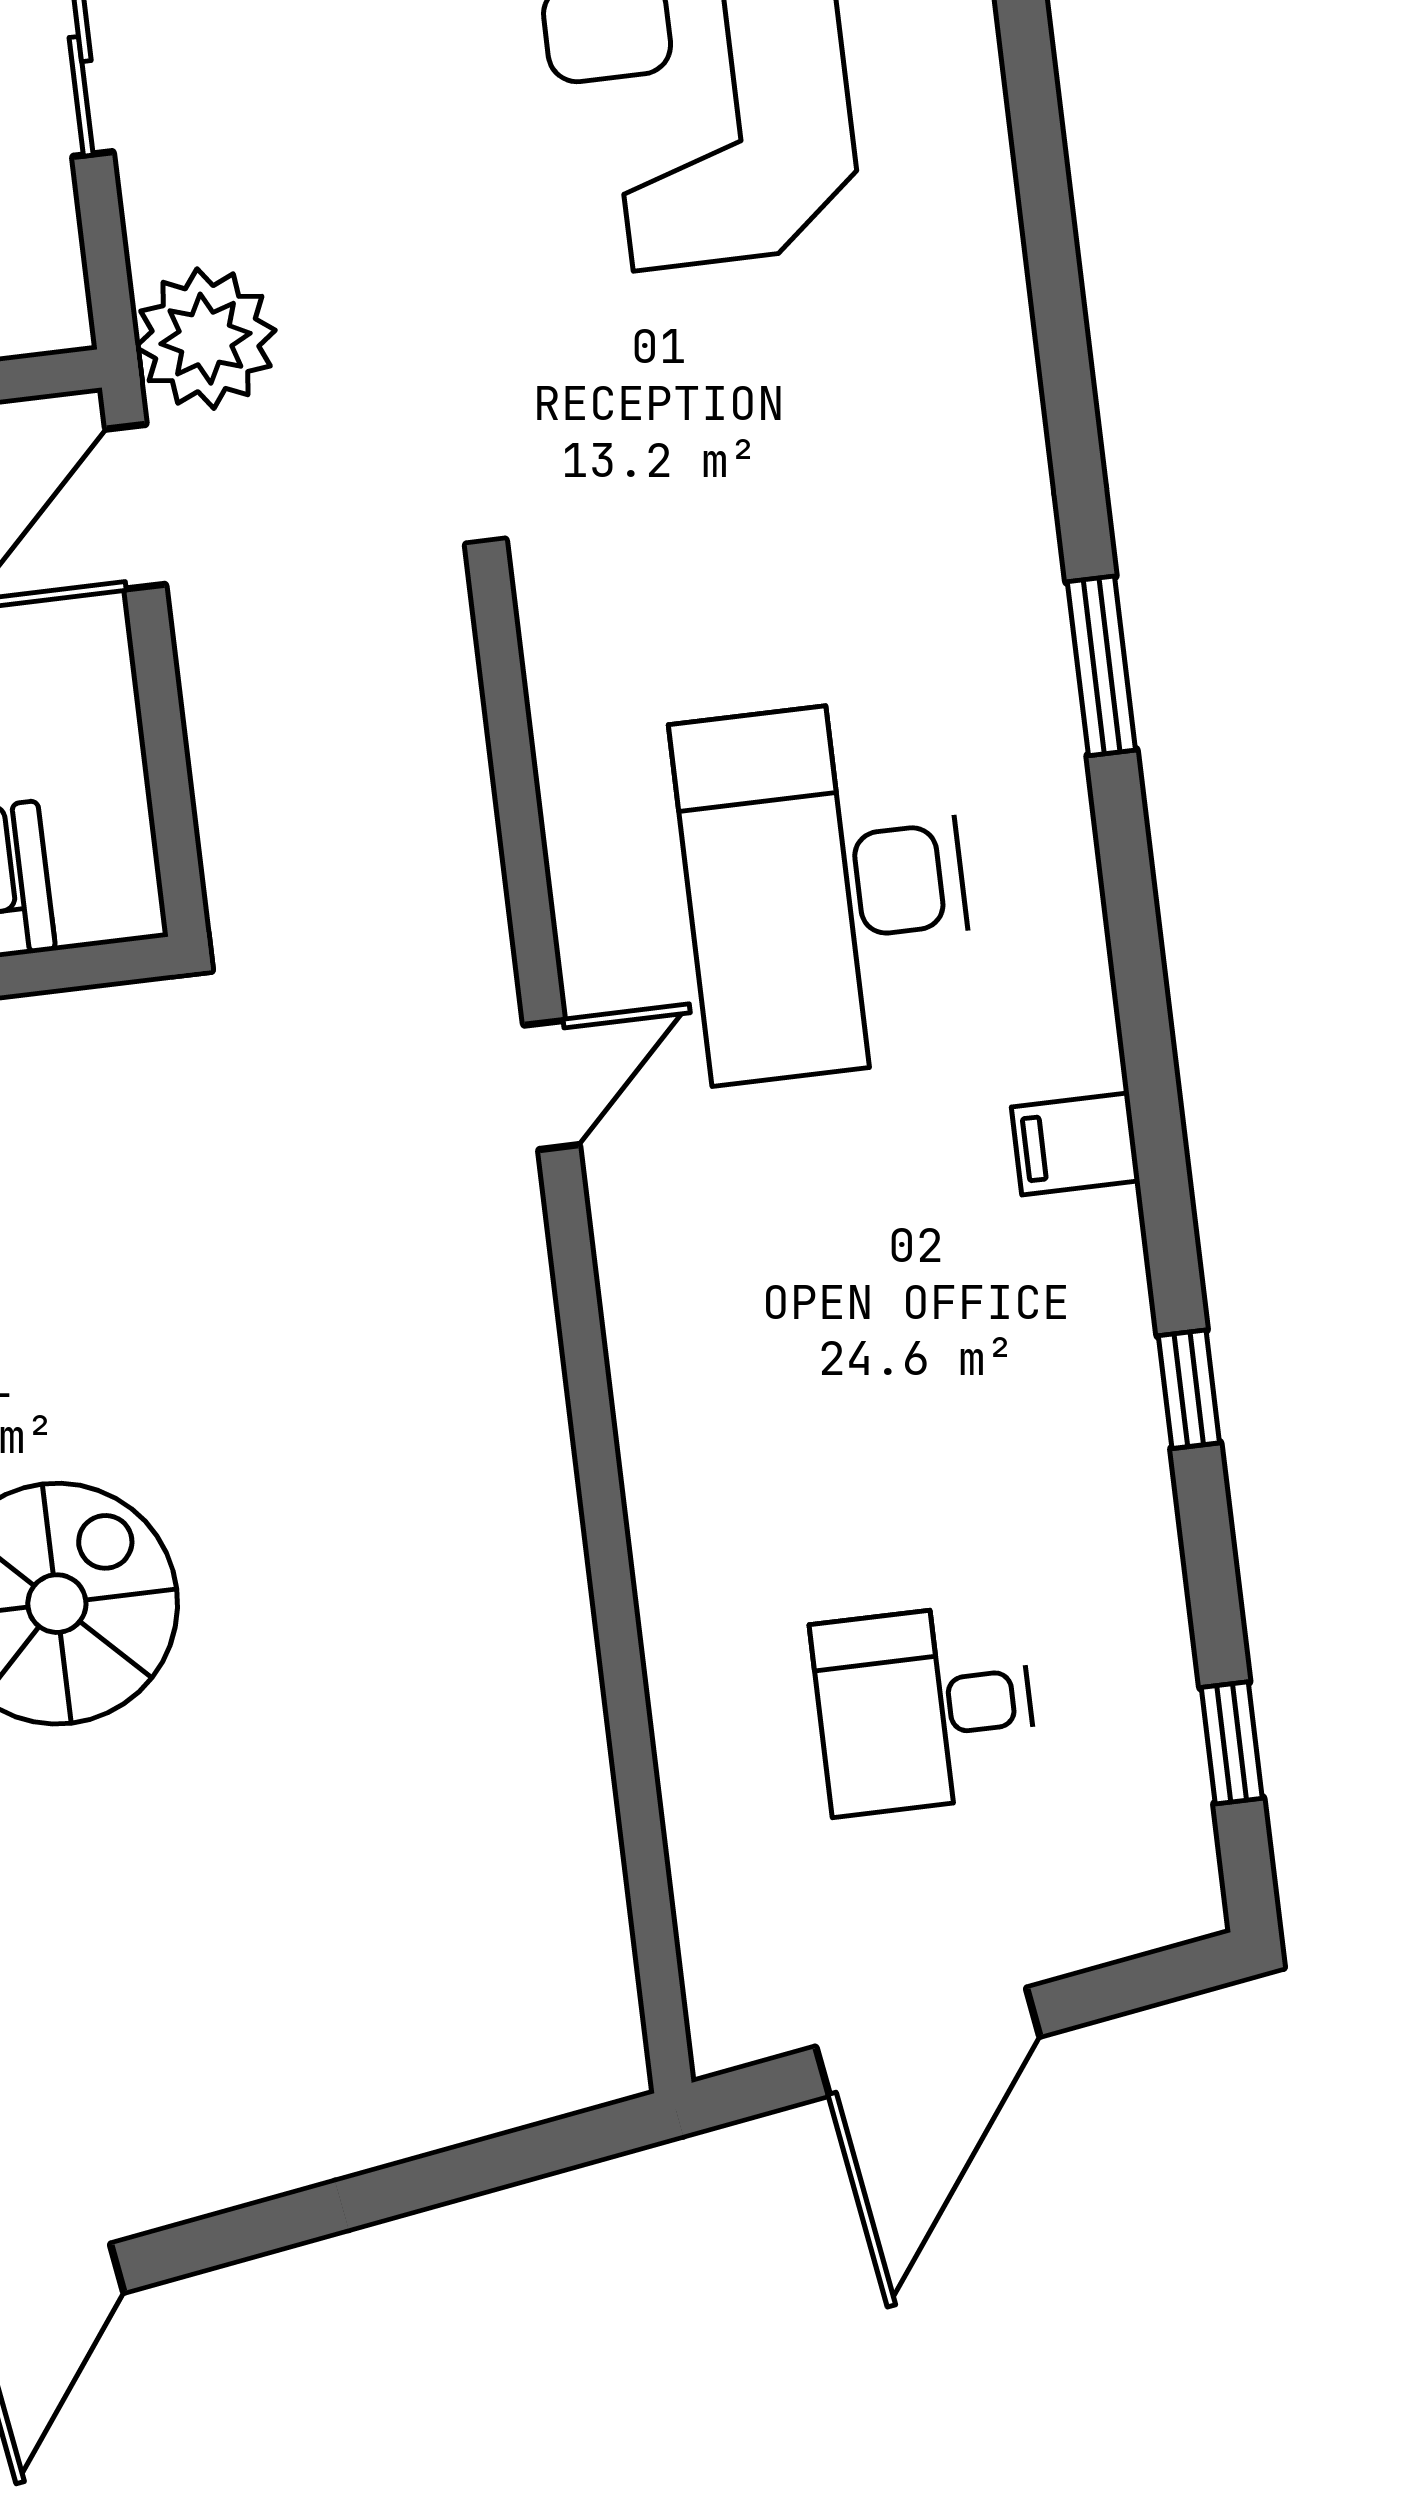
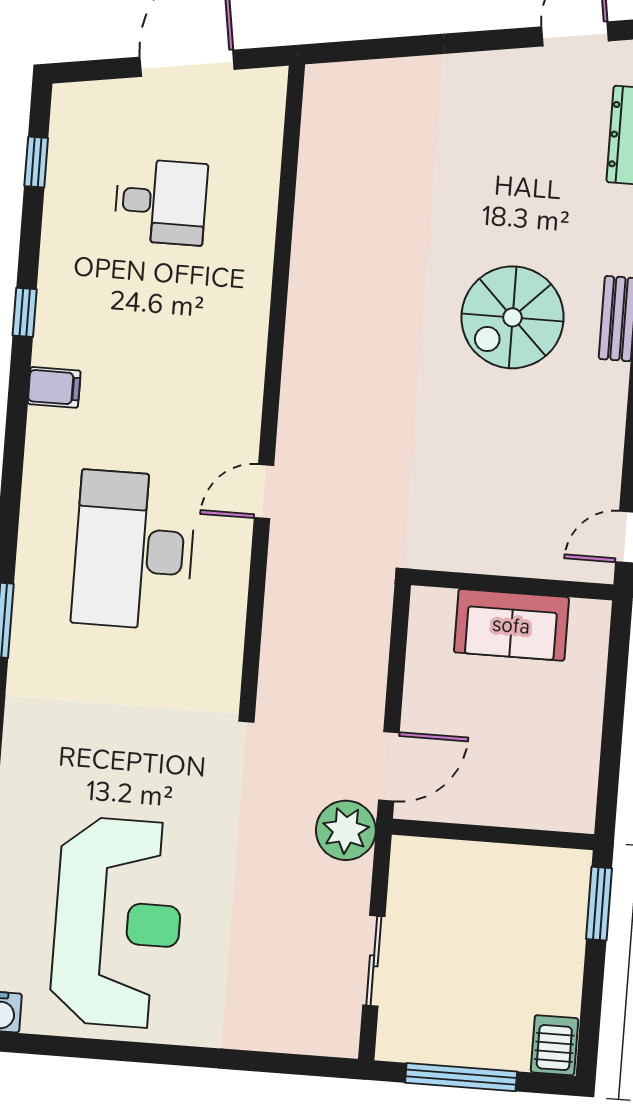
desk: (826, 889) -> (134, 550), turned 180
filing cabinet: (1075, 1144) -> (54, 387), moved

